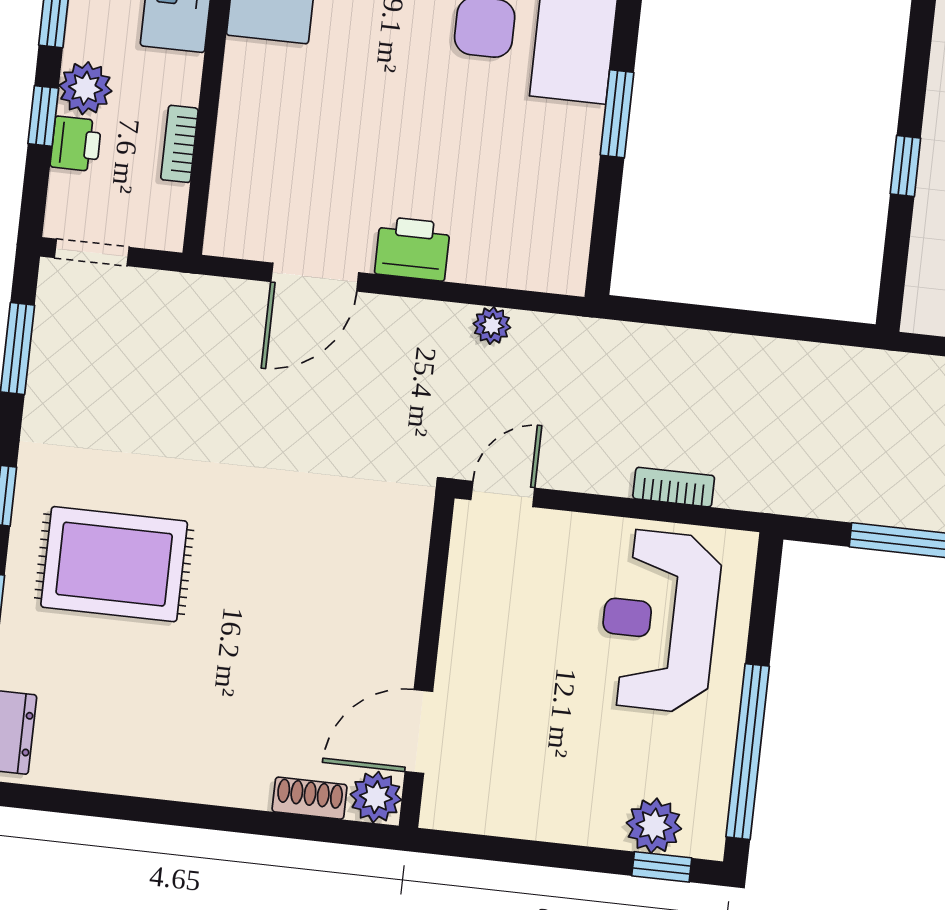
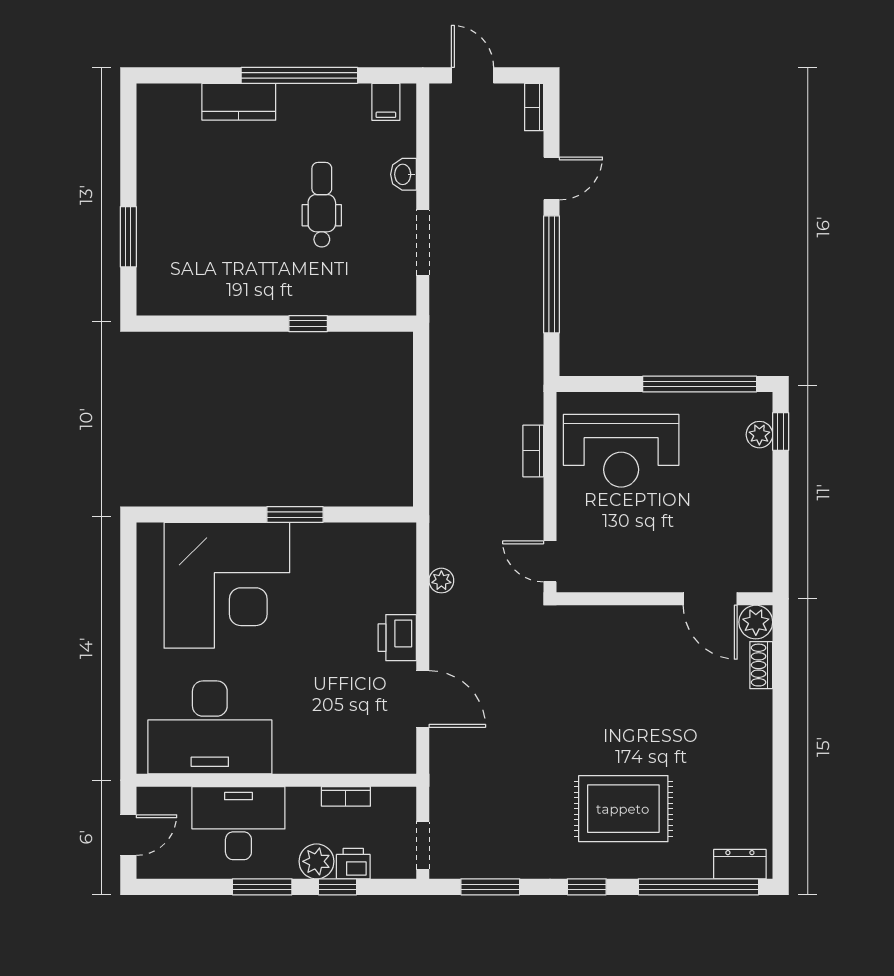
rug: (114, 564) -> (623, 809), turned 90
plant: (654, 826) -> (759, 435), width x0.73, depth x0.73

